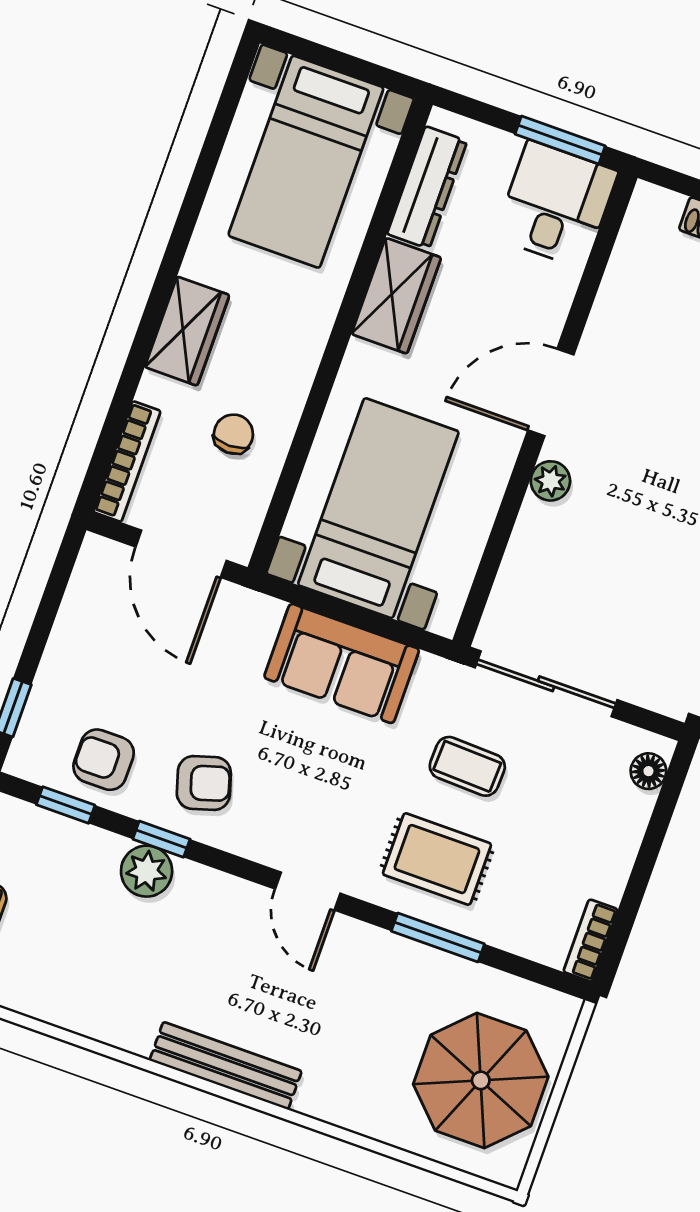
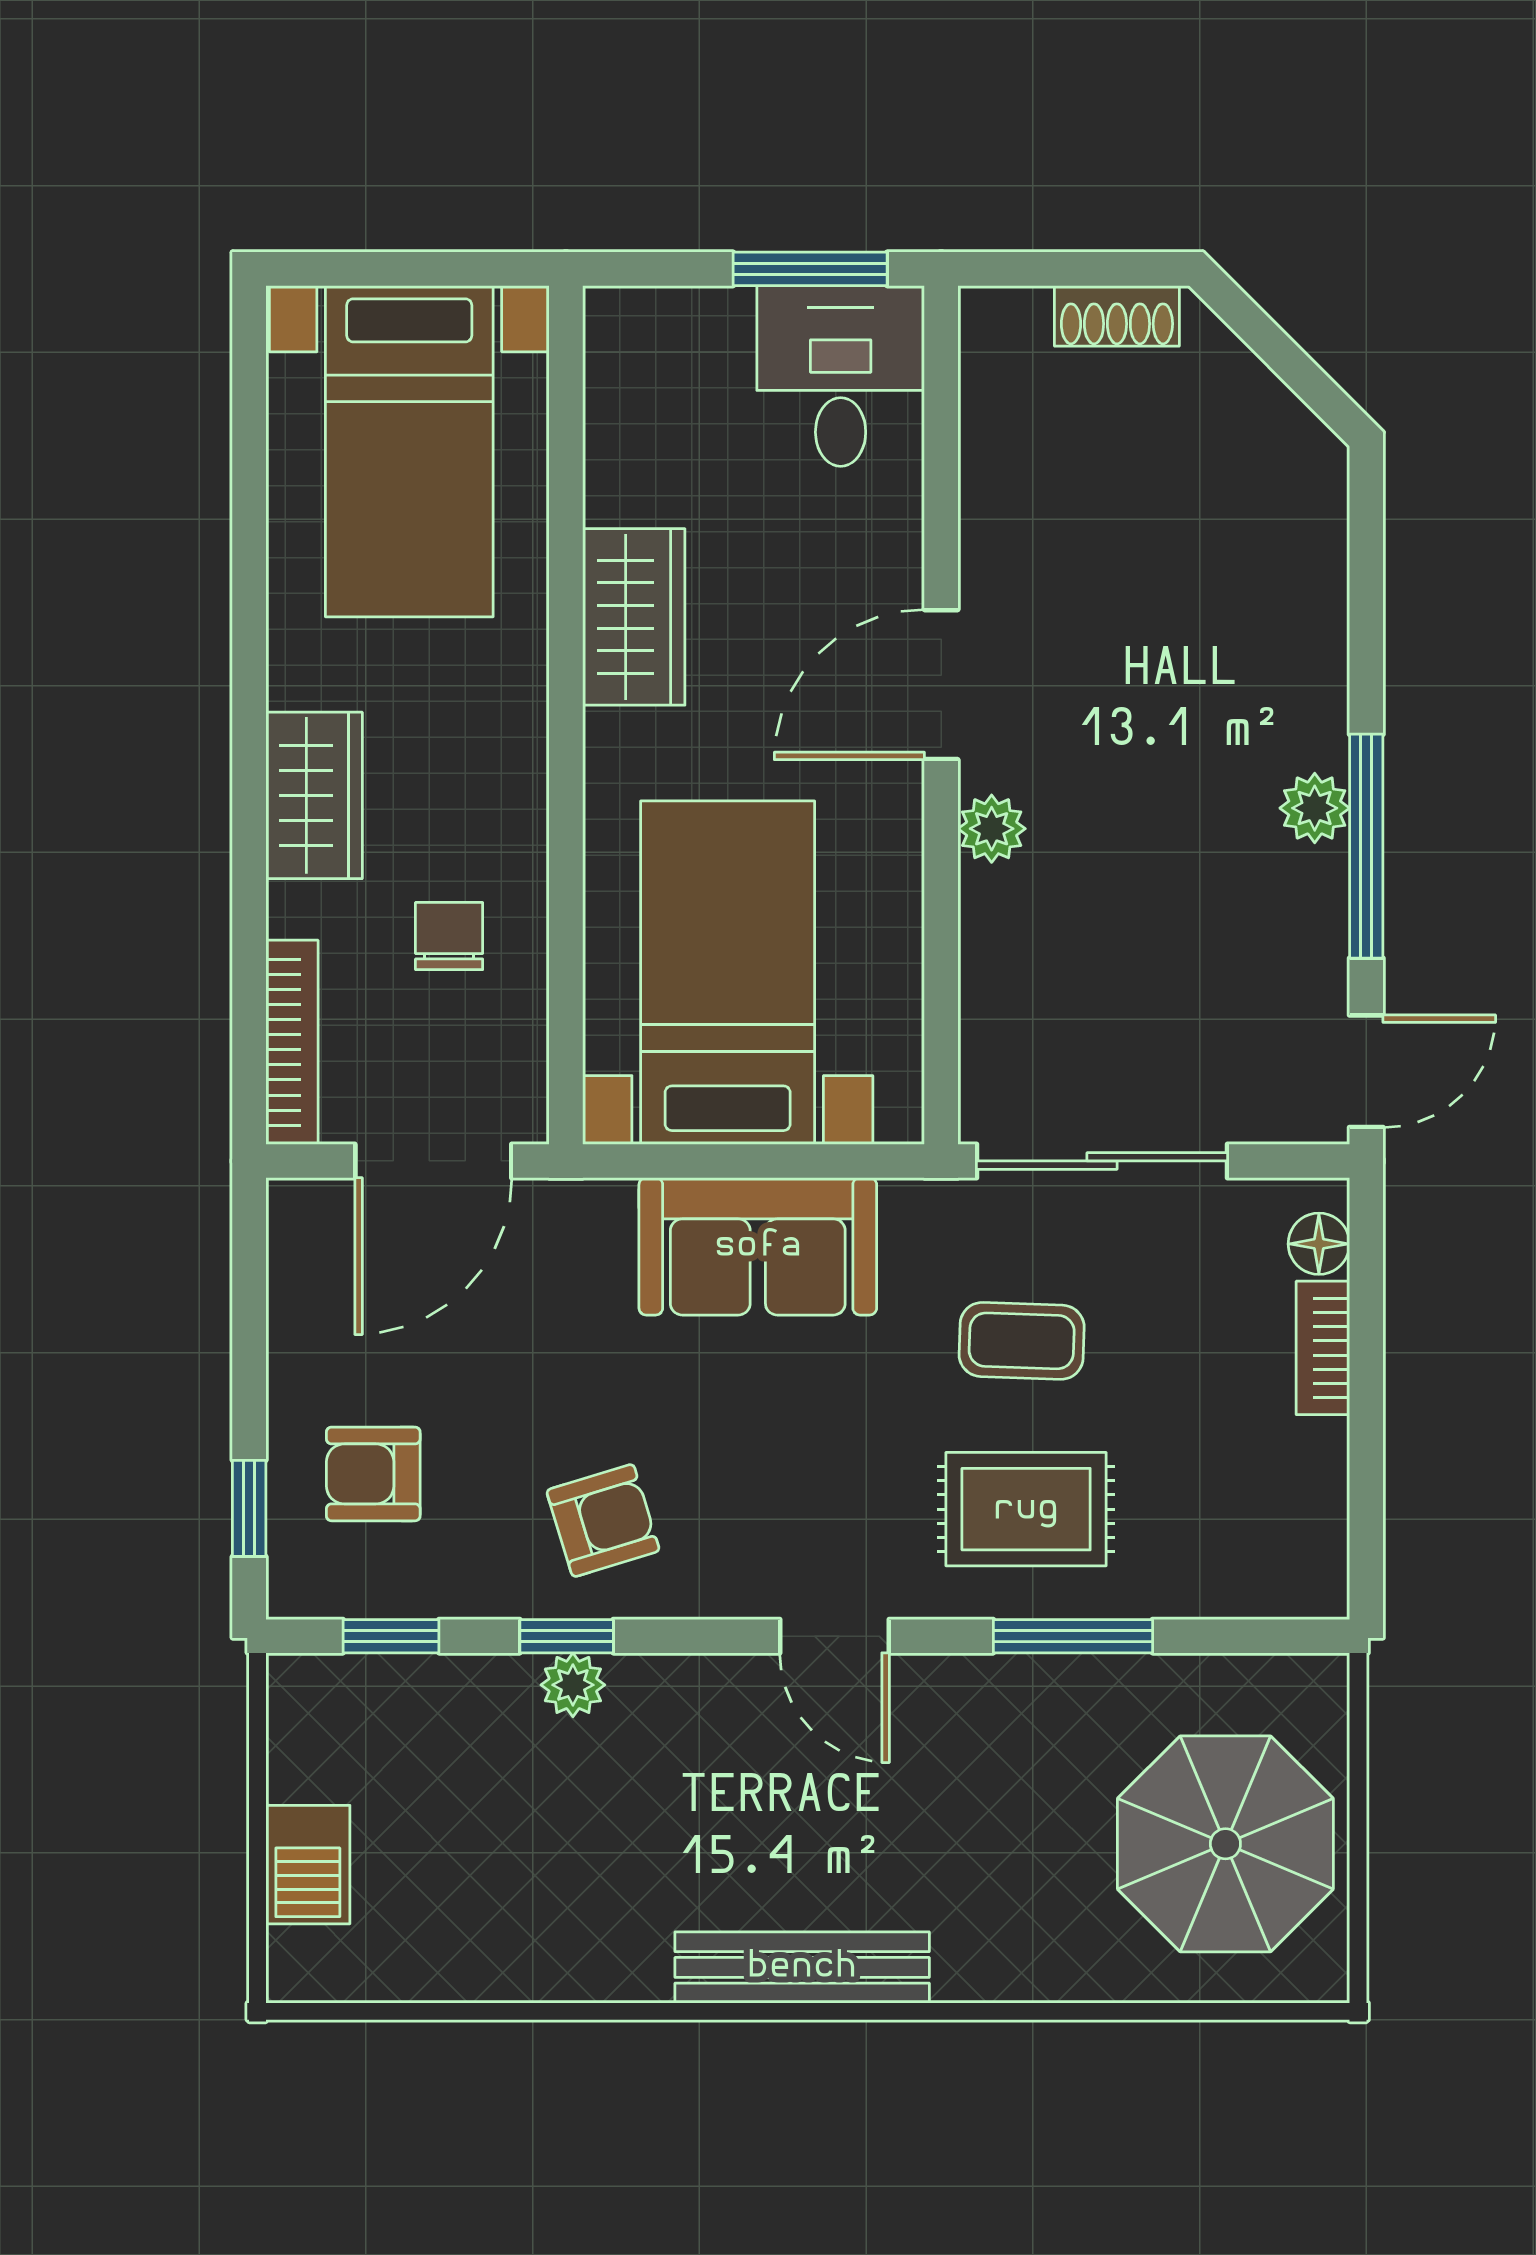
dresser: (427, 187) -> (621, 423), removed
door: (181, 554) -> (433, 1161), hinge flipped
armchair: (104, 760) -> (373, 1474), moved
plant: (147, 871) -> (573, 1685), width x0.73, depth x0.73
bookcase: (591, 941) -> (1323, 1348), moved

